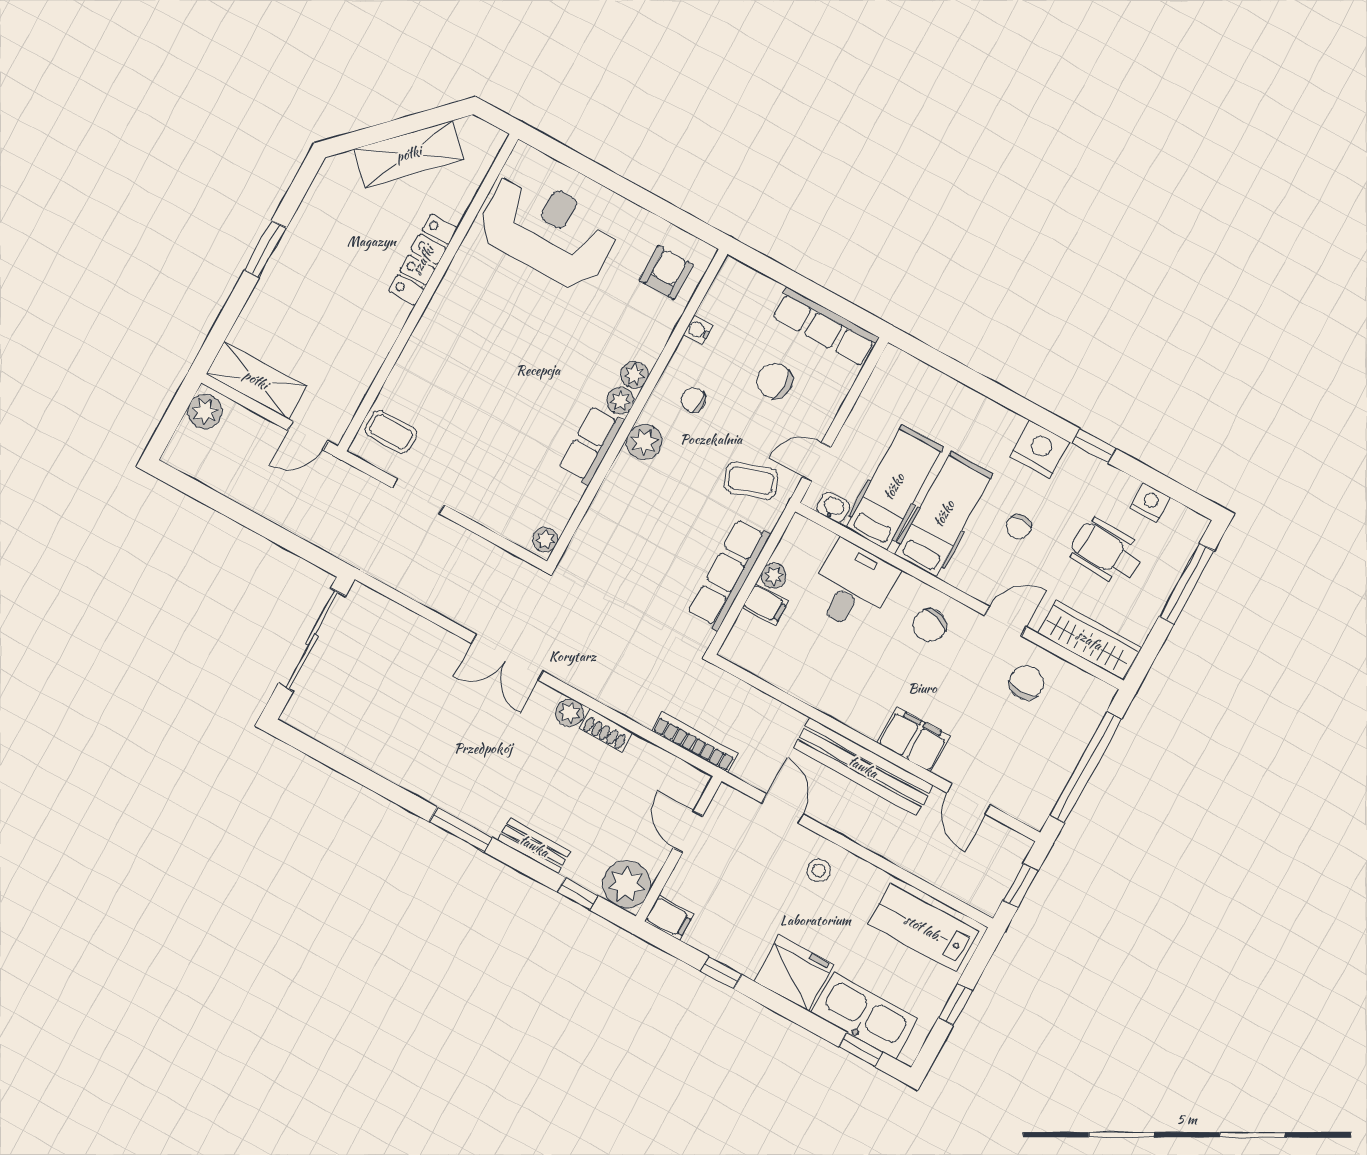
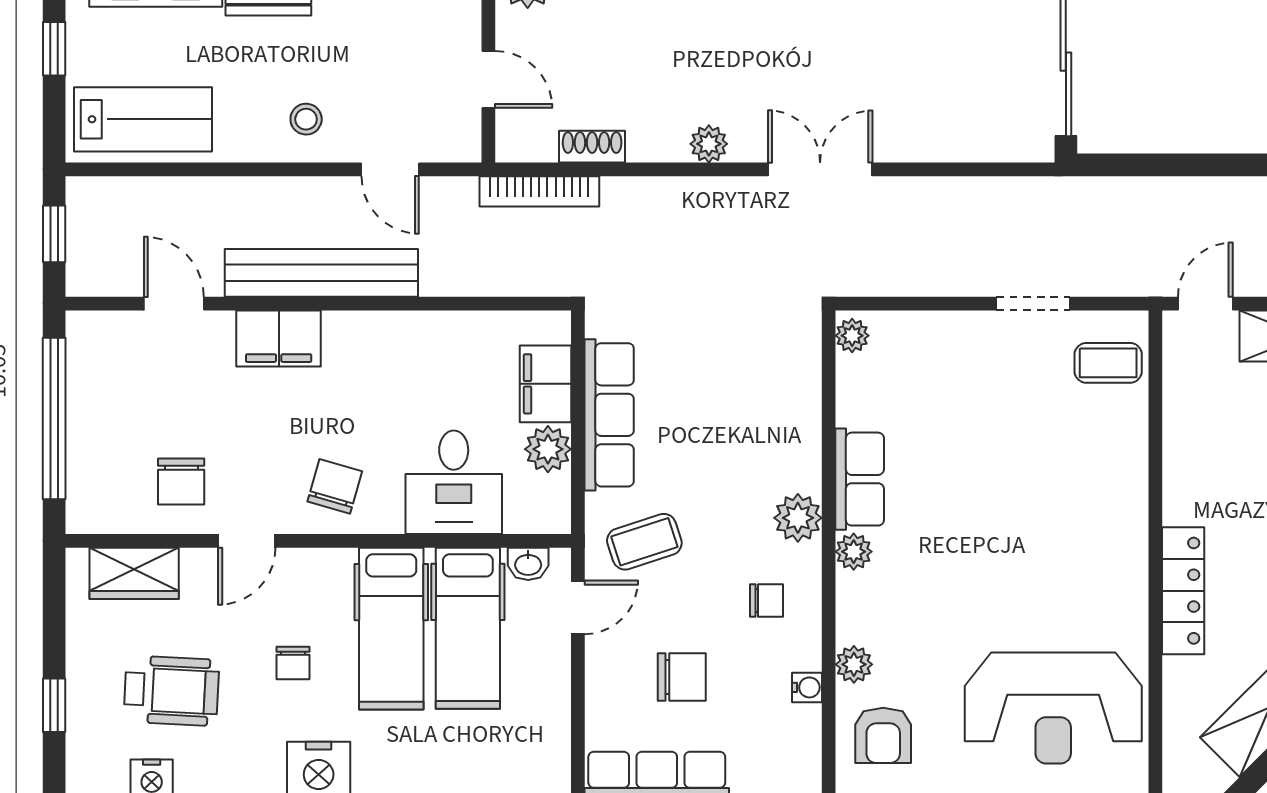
plant: (634, 375) -> (854, 664), moved
chair: (1019, 527) -> (293, 663), turned 180
plant: (774, 576) -> (548, 449), width x1.38, depth x1.38
window: (1187, 584) -> (54, 705), width x0.46
filing cabinet: (765, 604) -> (546, 384), width x2.00
wardrobe: (1089, 640) -> (134, 573), width x0.67
shoe rack: (606, 730) -> (592, 147), moved

